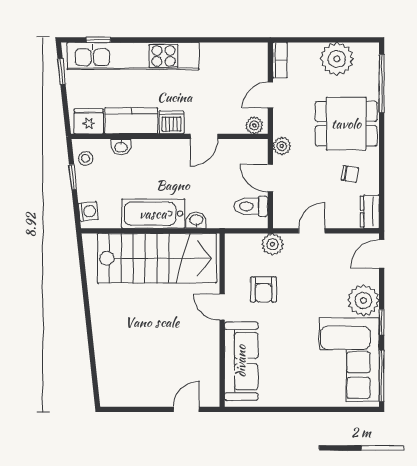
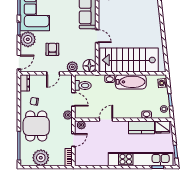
dishwasher: (171, 122) -> (122, 127), removed
dining table: (346, 124) -> (36, 126), turned 90
floor lamp: (238, 246) -> (89, 66), added
armchair: (264, 289) -> (52, 49), moved

